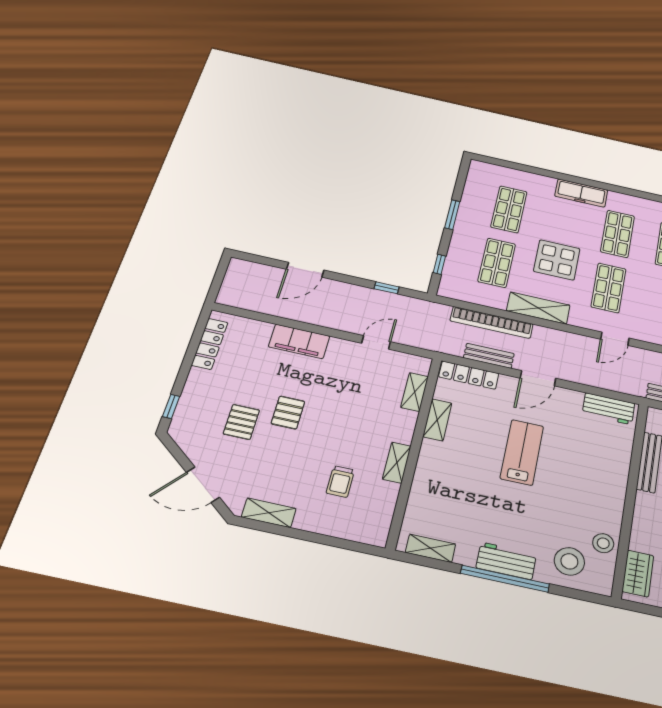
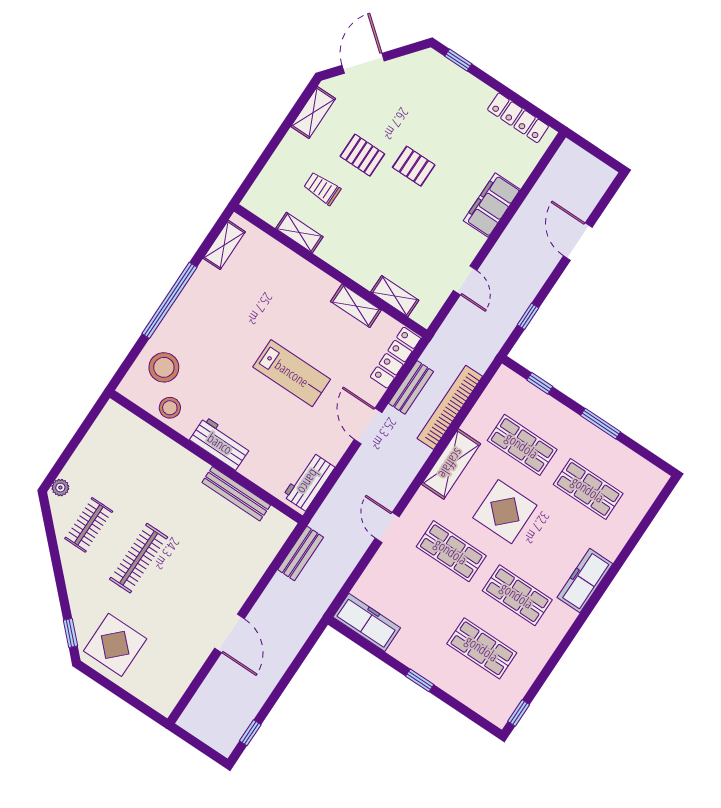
pallet: (241, 422) -> (362, 155), moved
shelving: (397, 463) -> (299, 233), moved
workbench: (506, 561) -> (220, 443), moved, turned -90
wardrobe: (638, 574) -> (128, 426), removed

